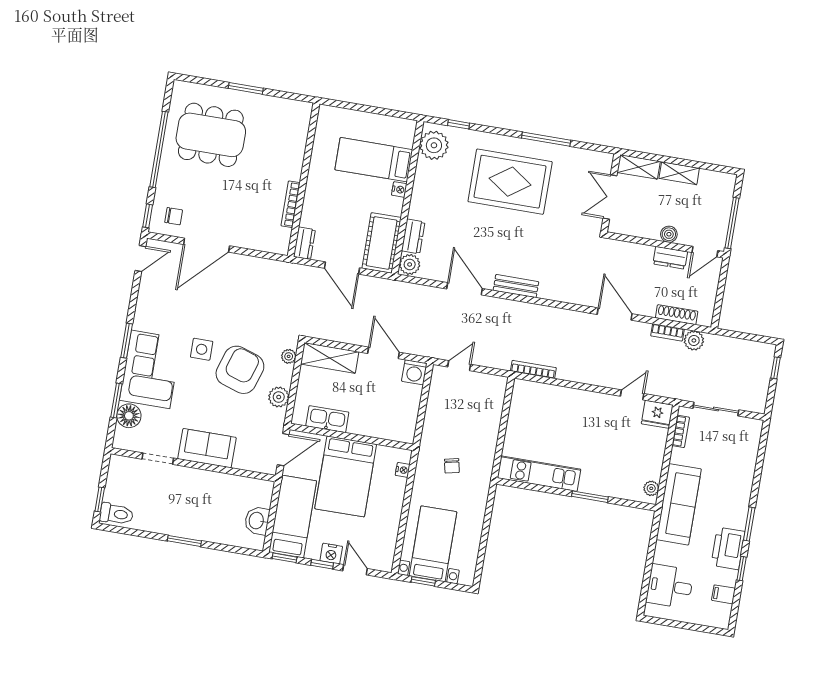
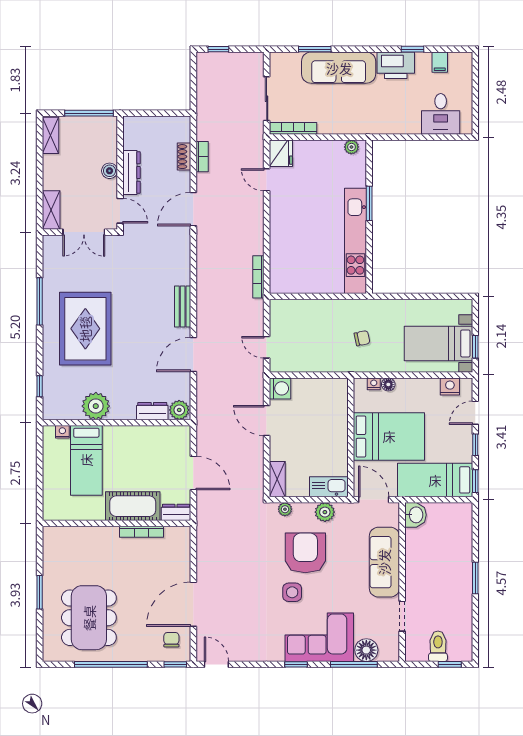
plant: (434, 145) -> (96, 406), moved
shelving: (679, 173) -> (50, 135), moved
nightstand: (399, 189) -> (62, 432), moved
cot: (382, 243) -> (133, 506), moved
door: (207, 245) -> (193, 604), swing flipped
door: (705, 252) -> (120, 211), moved
dresser: (670, 258) -> (131, 173), width x1.44
door: (342, 268) -> (193, 473), hinge flipped
shoe rack: (677, 315) -> (184, 157), width x0.70
plant: (694, 340) -> (206, 130), removed
window: (127, 341) -> (296, 664), width x0.67
door: (383, 353) -> (267, 421), hinge flipped
shelving: (330, 358) -> (277, 479), width x0.67, depth x0.75
armchair: (240, 370) -> (305, 553), turned 72
window: (116, 400) -> (354, 664), width x1.44
kitchen sink: (327, 419) -> (329, 487), moved, turned 90
bookcase: (681, 431) -> (293, 128), width x1.56
sofa: (207, 448) -> (384, 562), width x1.36
kitchen unit: (539, 474) -> (355, 241), width x1.36
floor lamp: (400, 485) -> (388, 384), added
sofa: (679, 504) -> (339, 68), moved, turned 180
toilet: (116, 514) -> (438, 646), moved
washbasin: (257, 521) -> (415, 515), moved, turned -90
window: (749, 524) -> (315, 49), moved
nightstand: (331, 554) -> (450, 386), moved, turned -90

